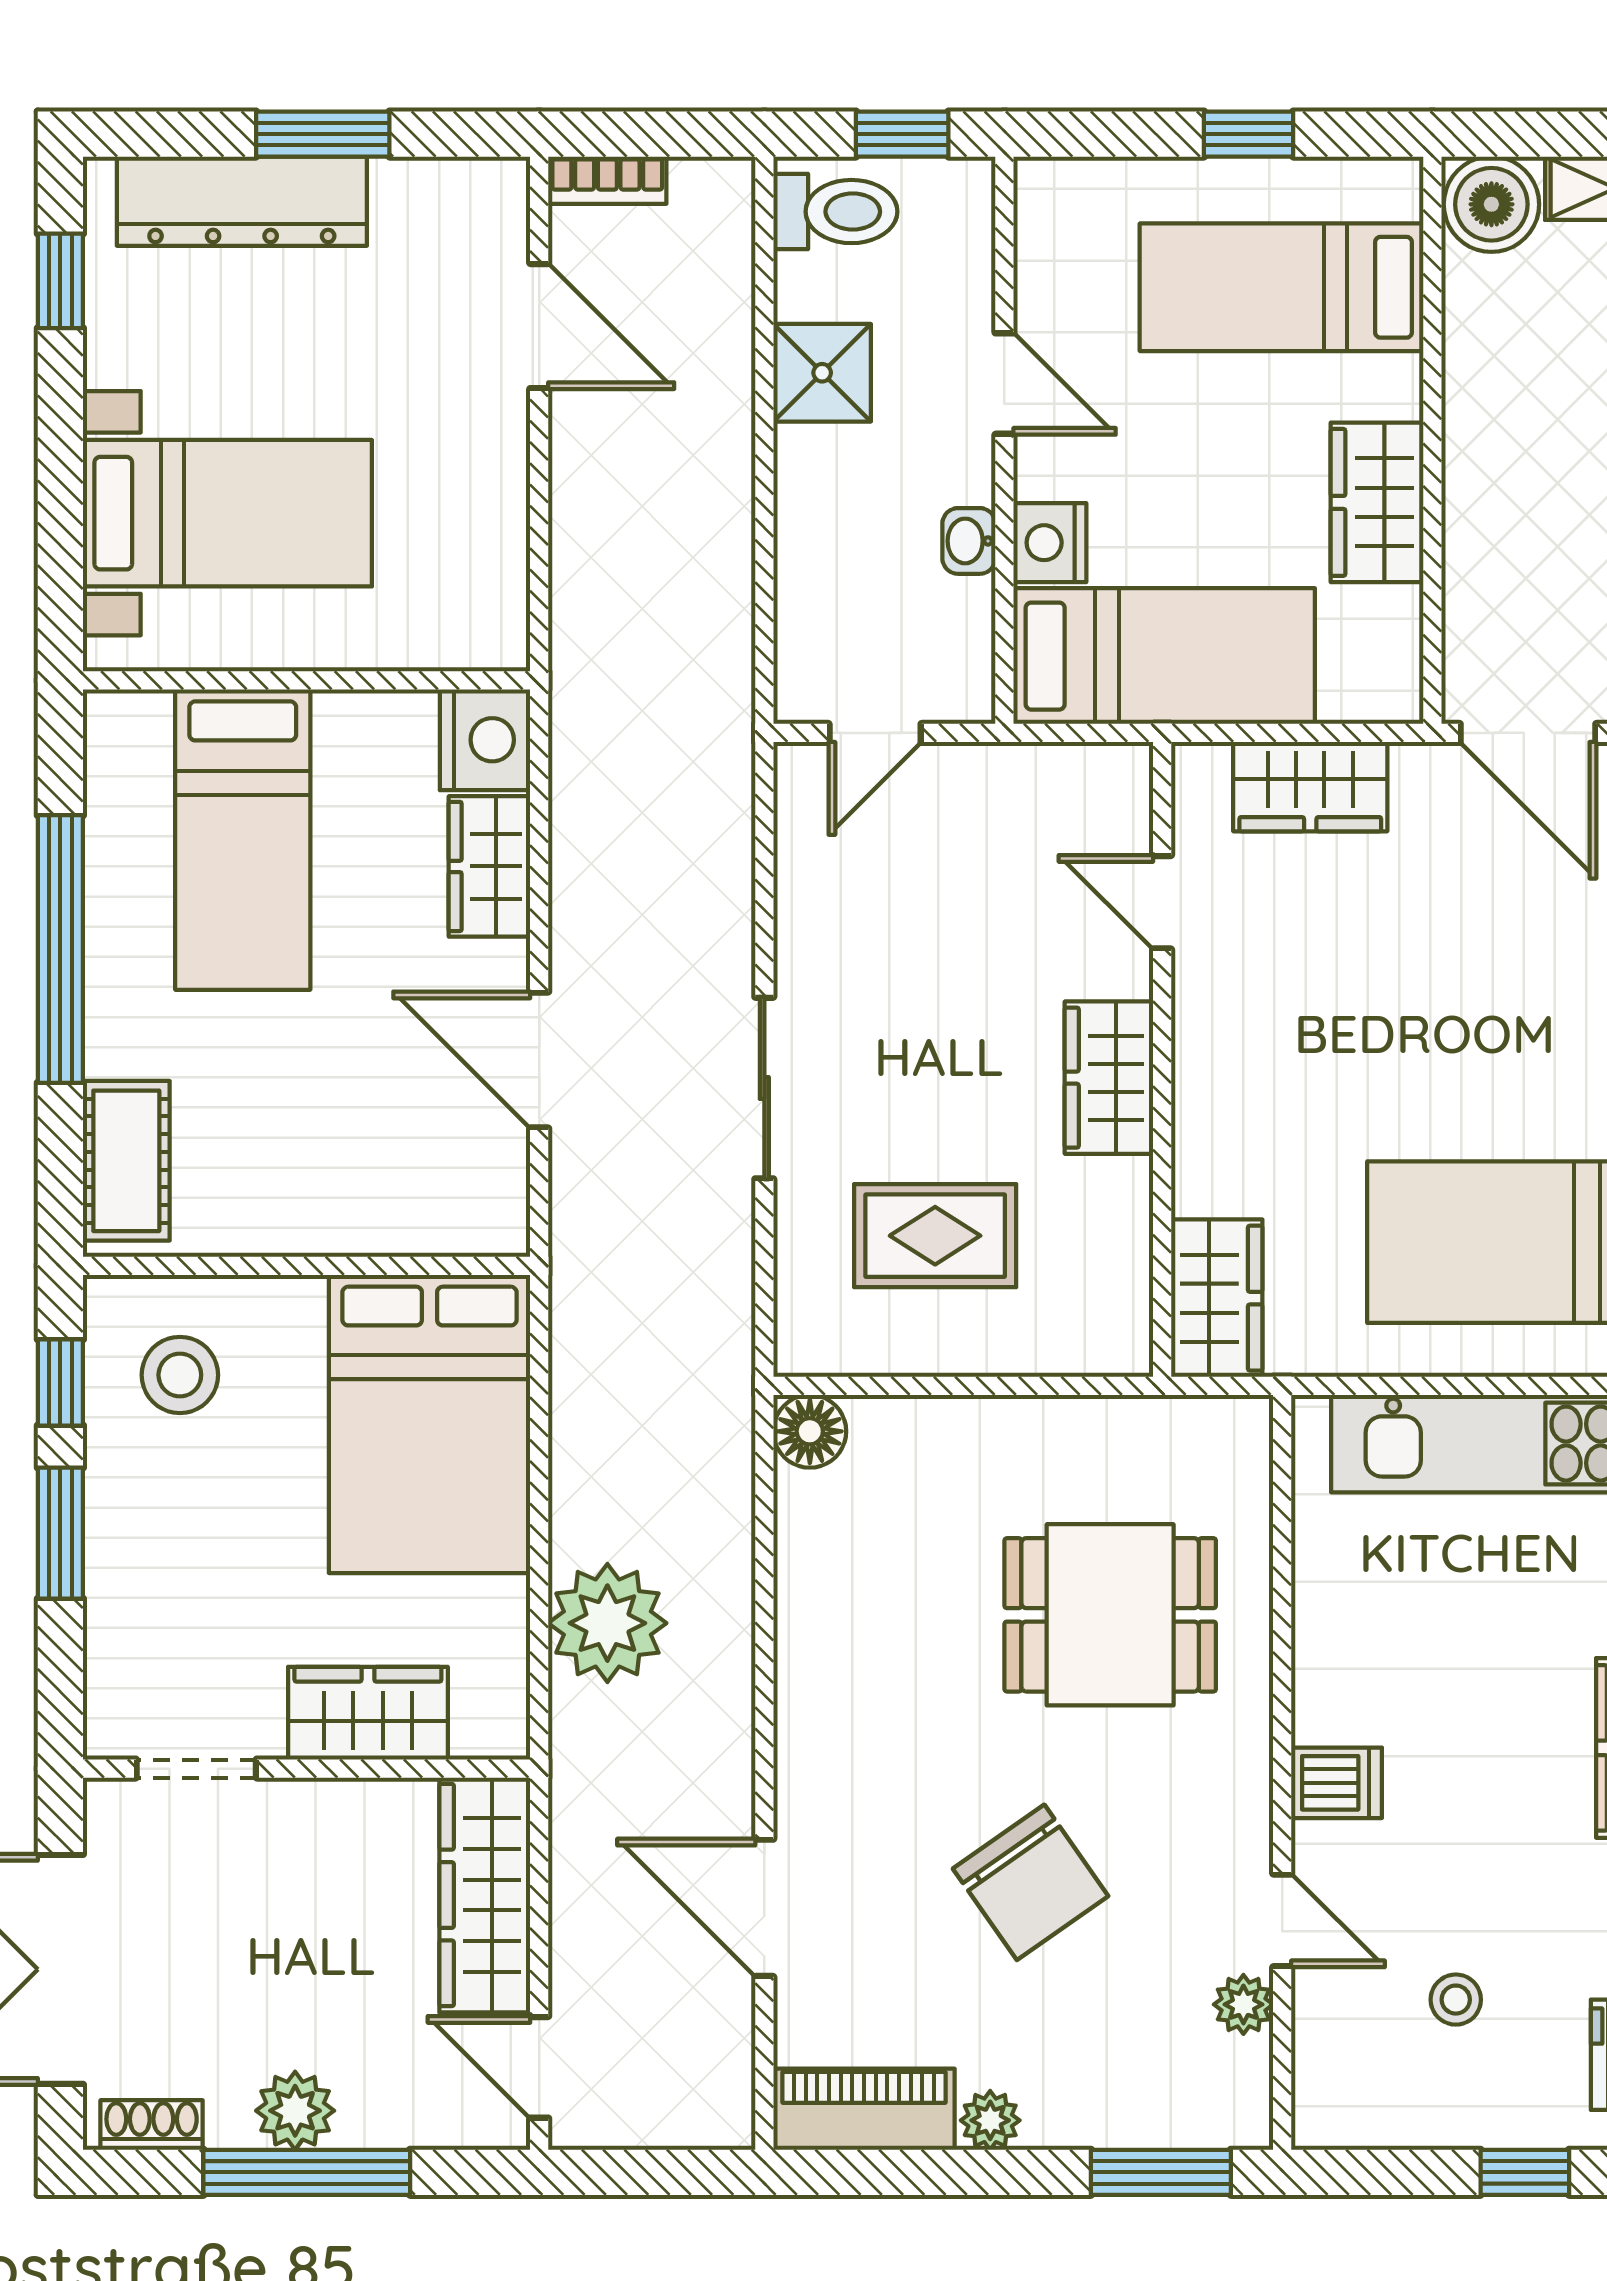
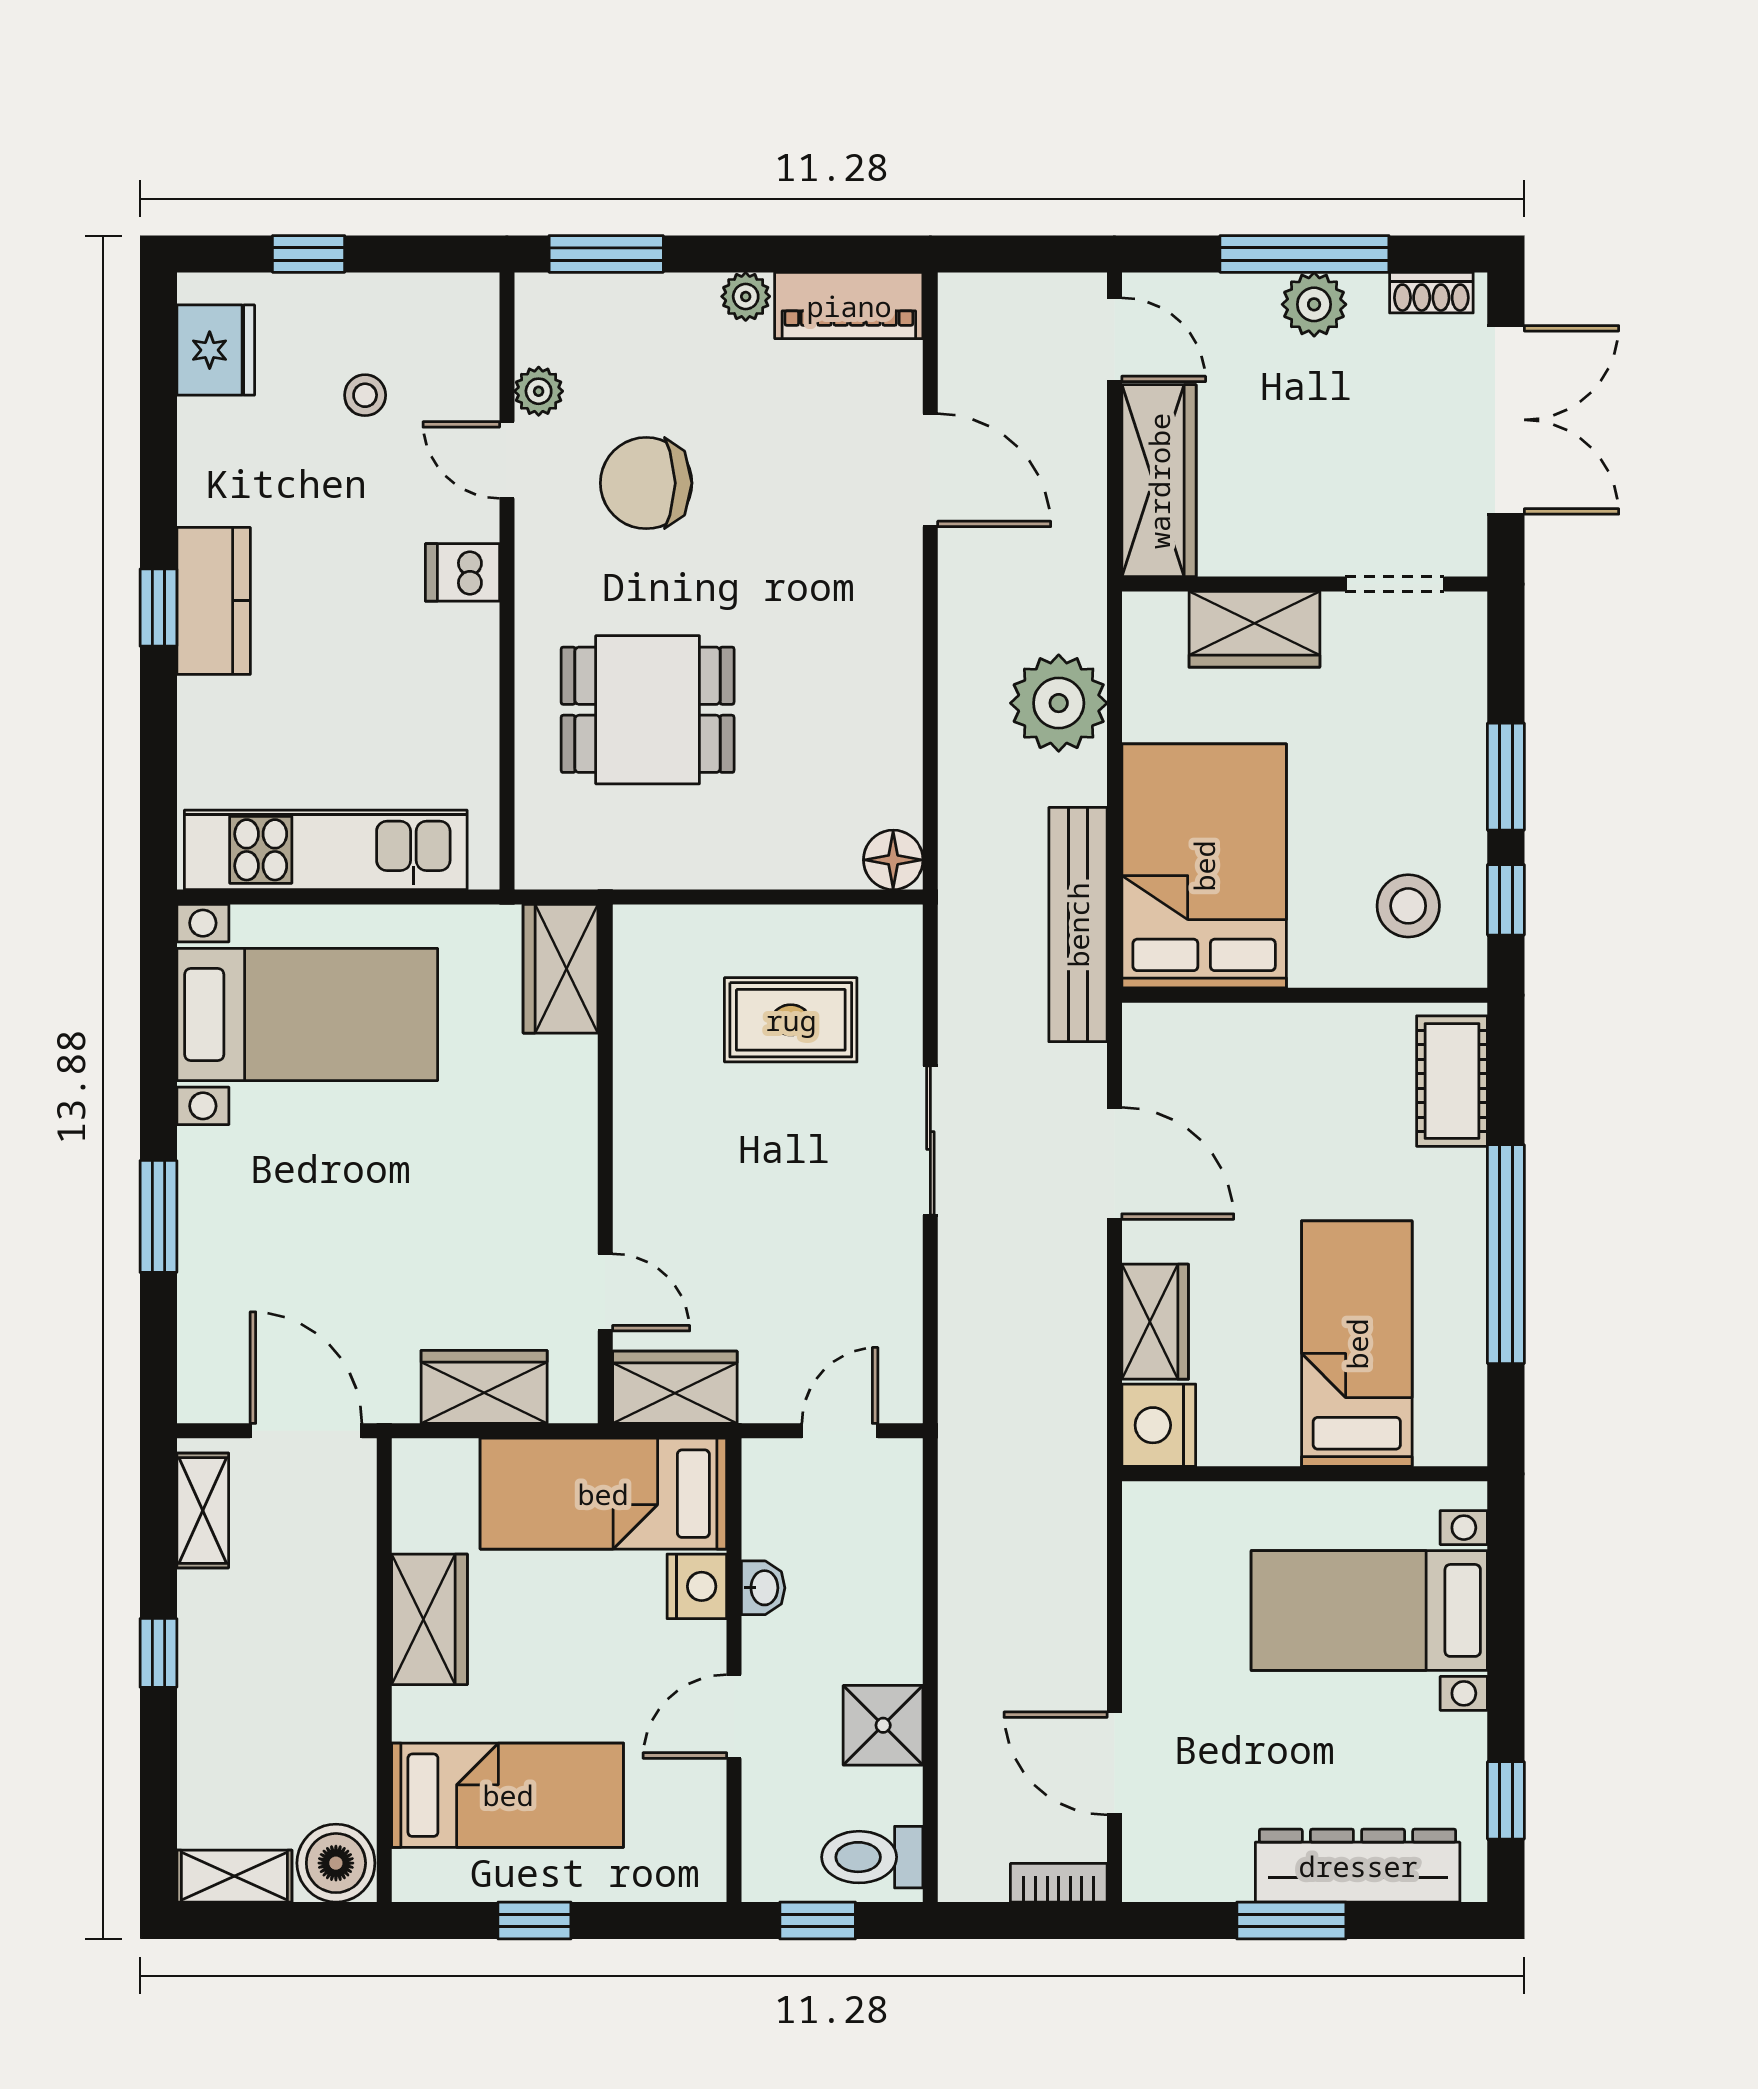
door: (1004, 384) -> (734, 1716), hinge flipped
wardrobe: (1109, 1078) -> (675, 1387), moved, turned -90
bench: (584, 1352) -> (1078, 925), added
chair: (1031, 1882) -> (646, 483), moved, turned -55

